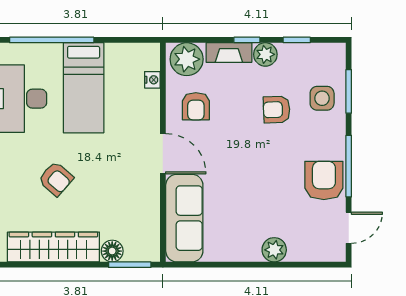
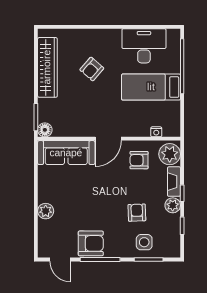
floor lamp: (112, 251) -> (45, 130), moved

